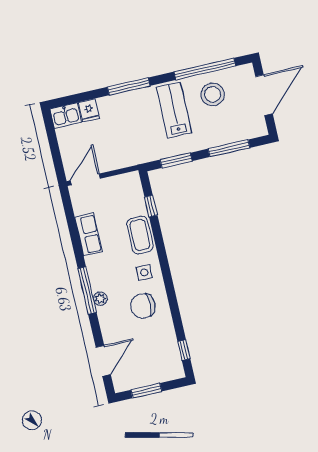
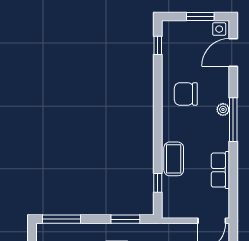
window: (229, 148) -> (61, 219), moved
side table: (144, 272) -> (219, 29), moved
chair: (143, 306) -> (186, 94), turned 180

